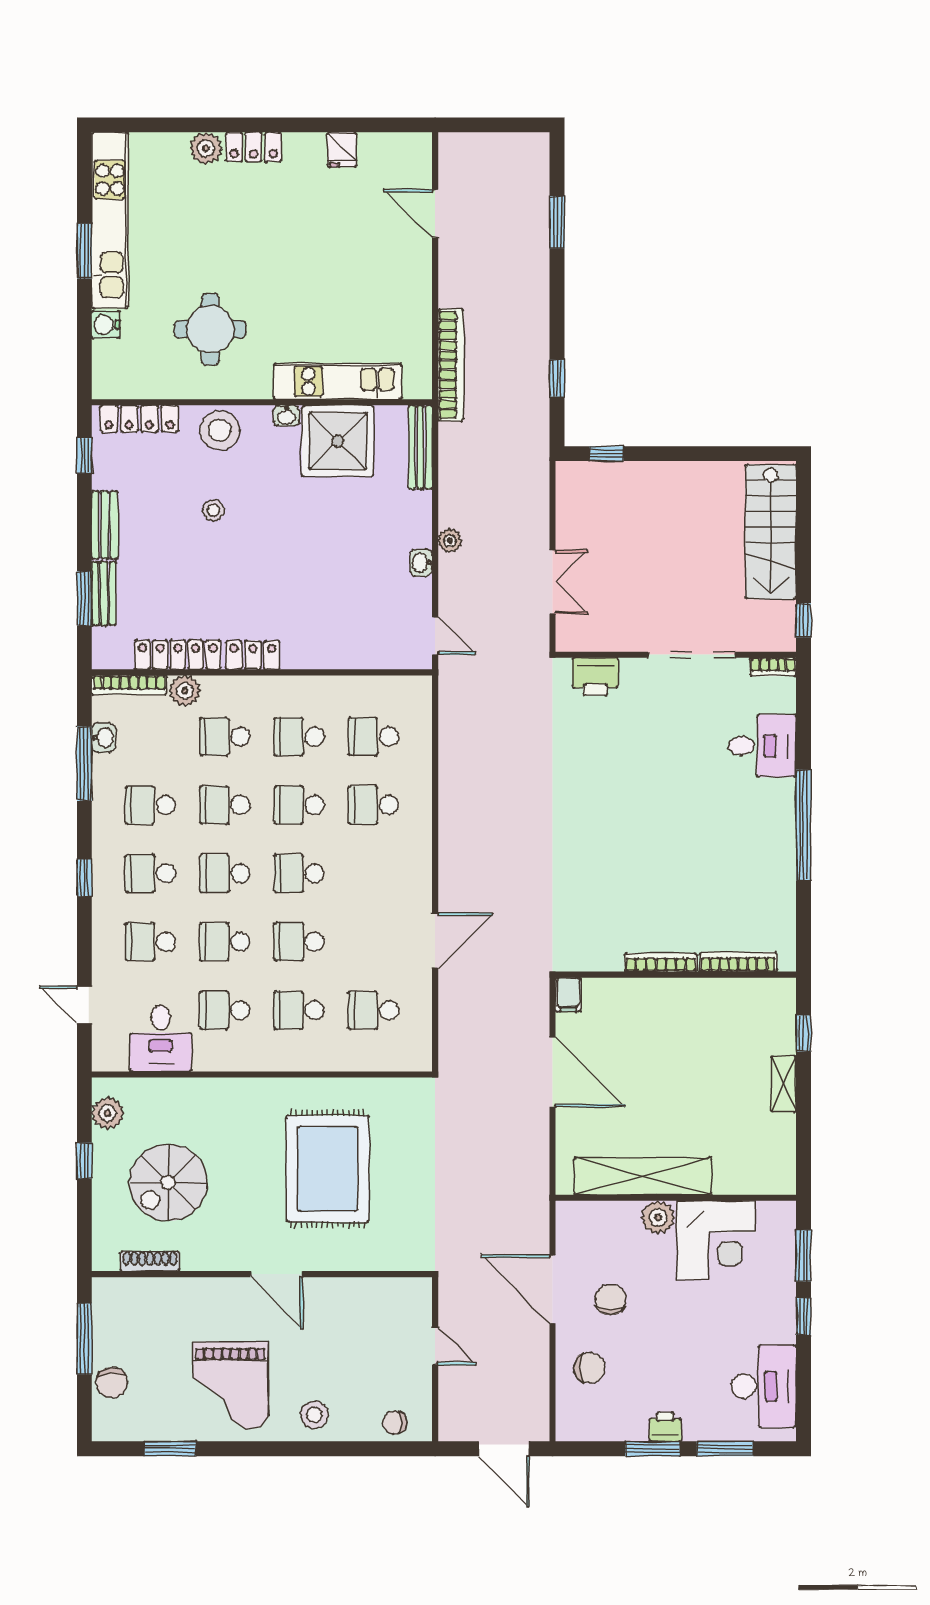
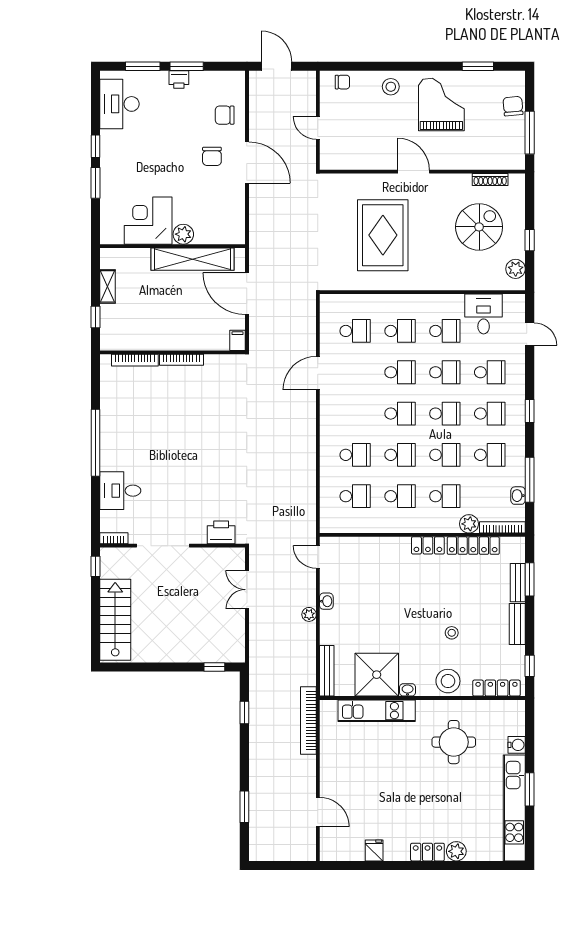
shelving: (643, 1176) -> (193, 259), moved
wall: (676, 1198) -> (173, 246), moved
plant: (658, 1217) -> (183, 234), moved
corner desk: (716, 1240) -> (148, 221), moved

